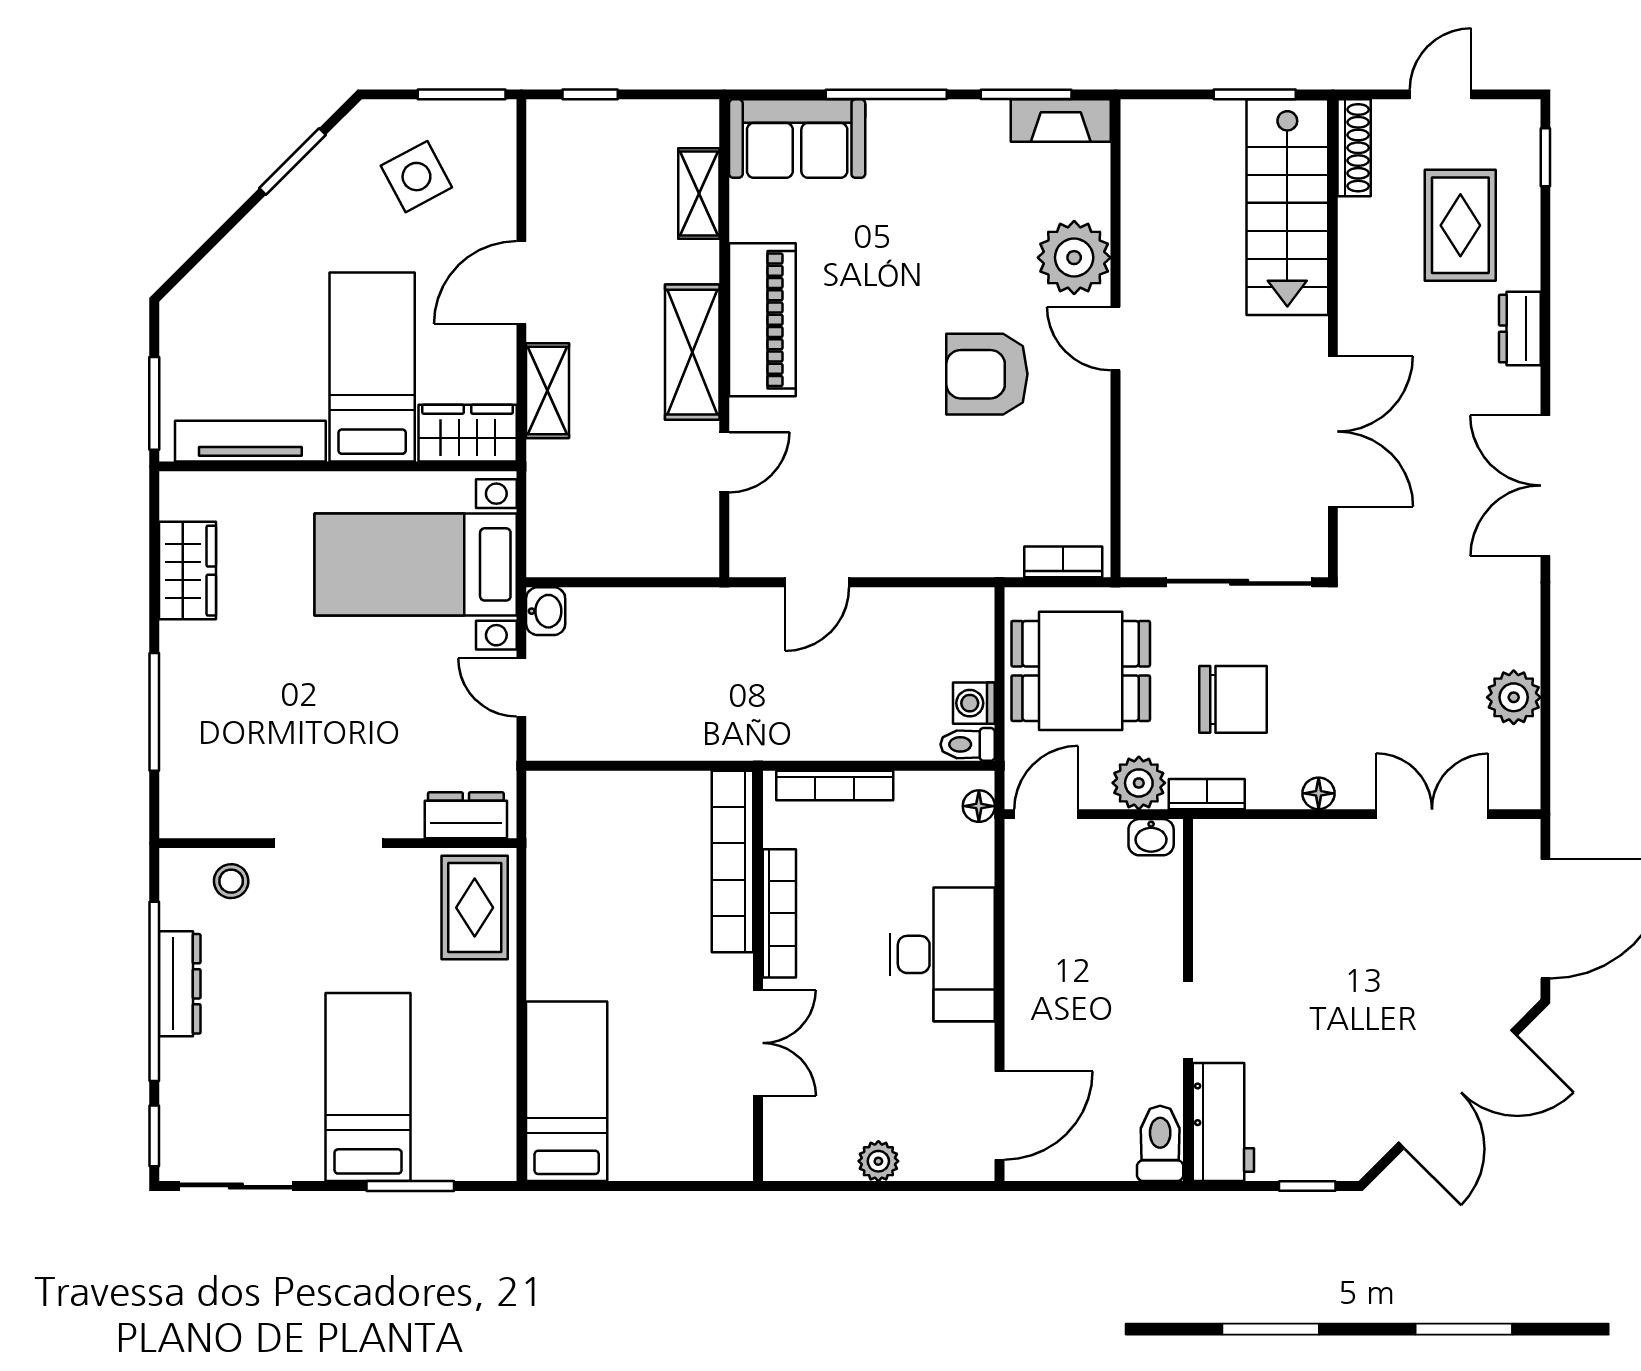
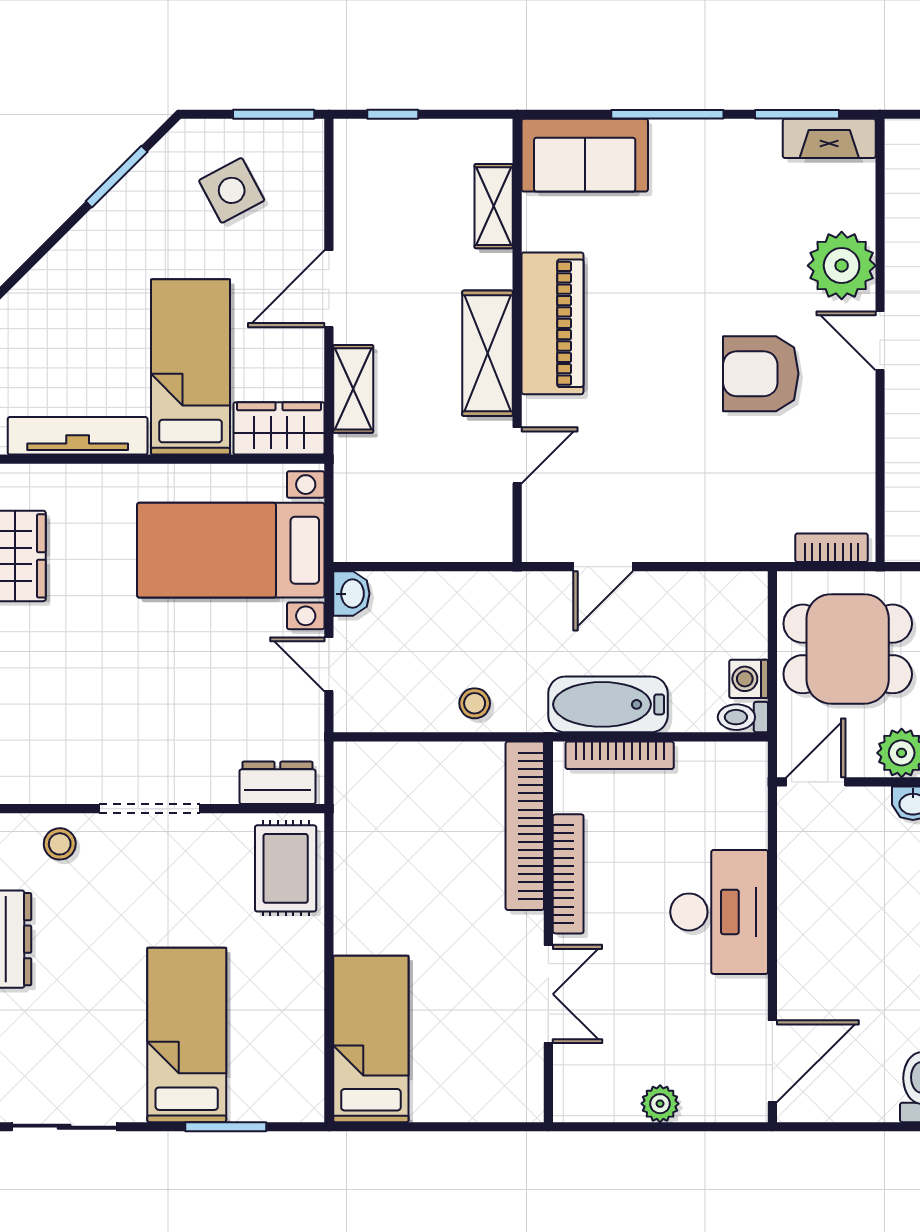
stool: (678, 729) -> (475, 703), added
bathtub: (822, 731) -> (608, 704), added
floor lamp: (979, 806) -> (753, 774), removed

